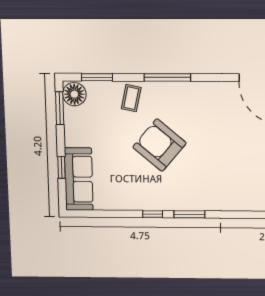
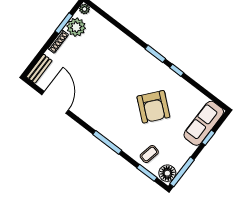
coffee table: (131, 98) -> (149, 154), moved
window: (60, 108) -> (182, 172), width x1.44
armchair: (160, 145) -> (153, 107), moved

